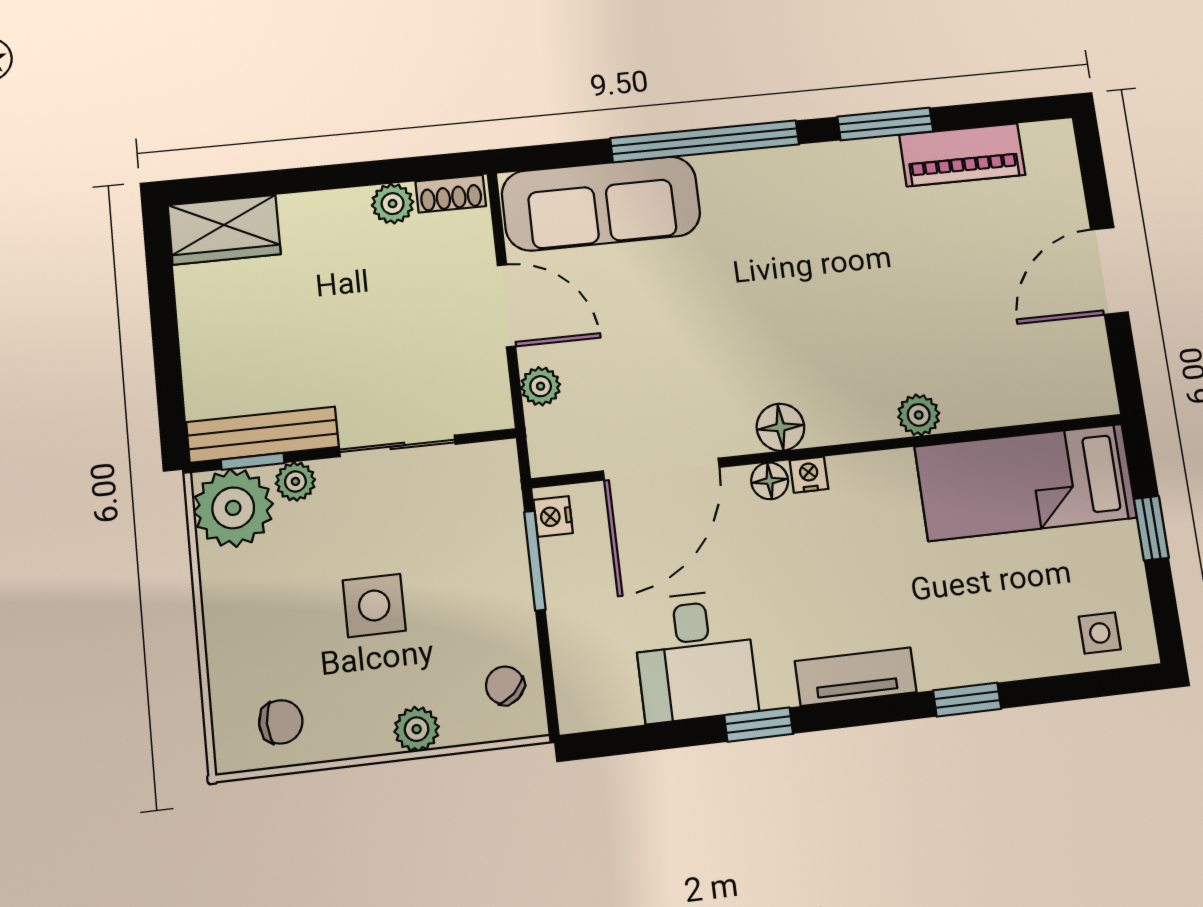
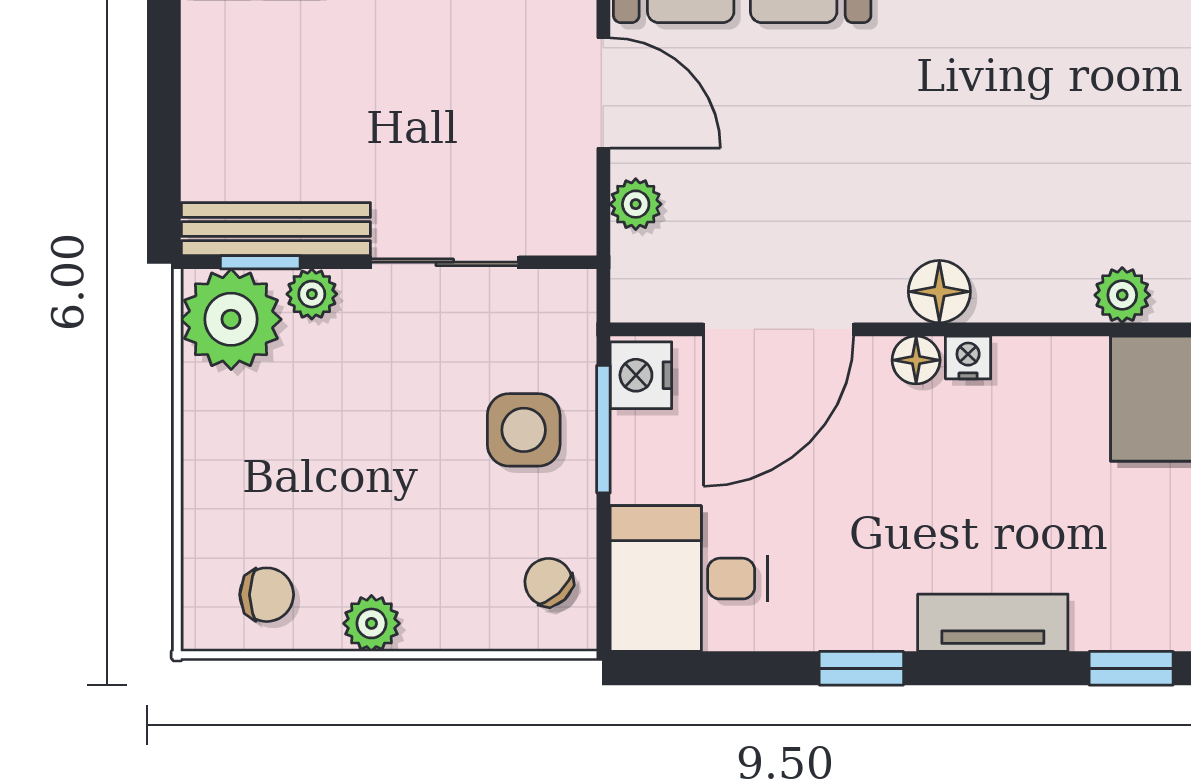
nightstand: (553, 516) -> (641, 375), width x1.39, depth x1.35
side table: (374, 605) -> (524, 430), moved
desk: (695, 656) -> (689, 579), moved, turned 90
plant: (417, 729) -> (371, 623), moved

